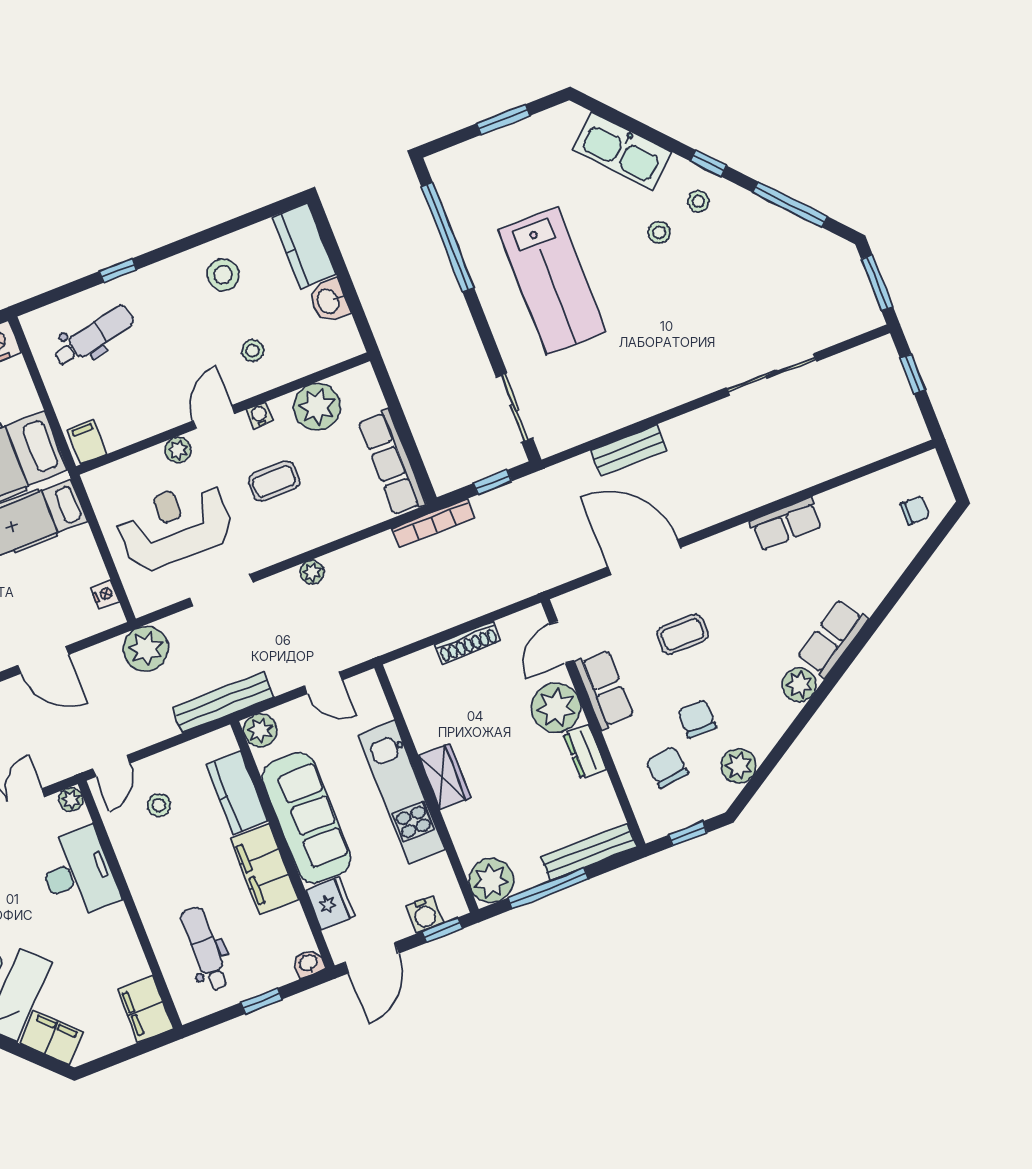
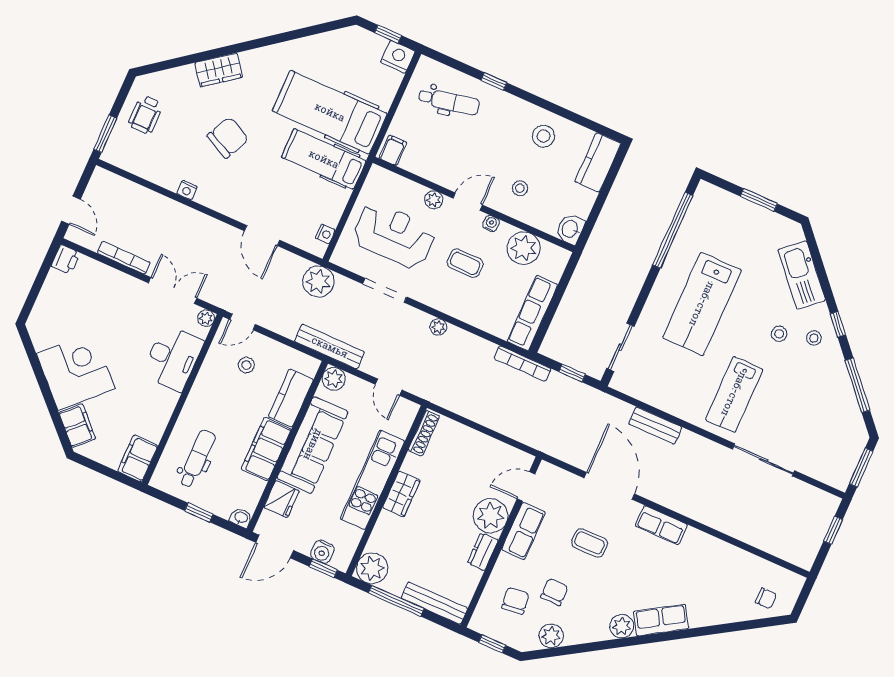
washbasin: (329, 301) -> (570, 229), moved
lab bench: (676, 339) -> (734, 394), added
row of seats: (786, 524) -> (661, 525), moved
shoe rack: (468, 643) -> (424, 433), moved, turned -90

